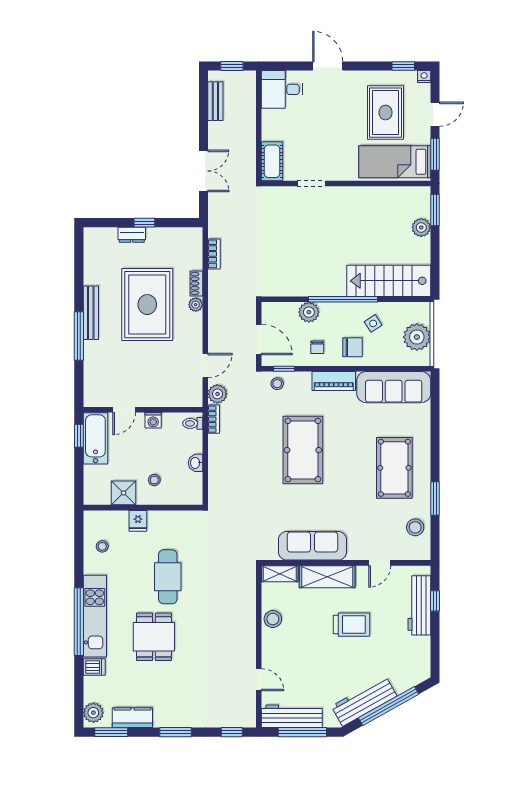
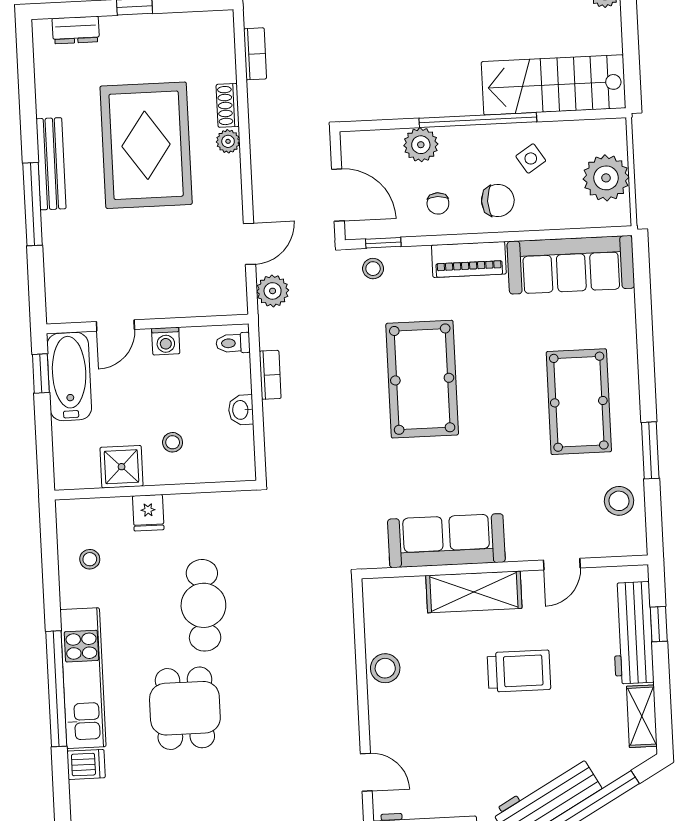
dresser: (132, 235) -> (76, 30), moved
bookcase: (214, 419) -> (270, 375), moved
shelving: (280, 574) -> (642, 716), moved, turned 90

